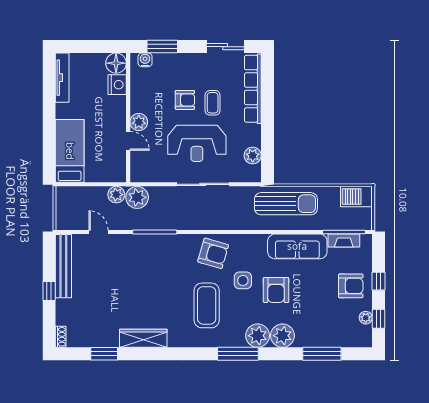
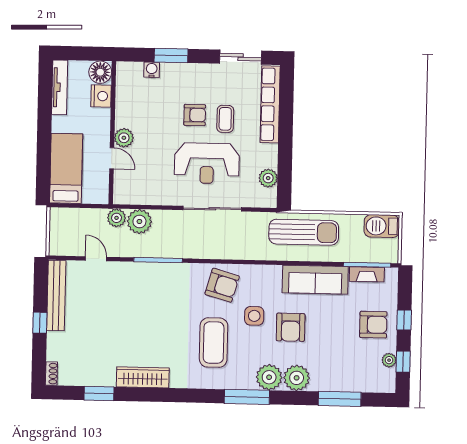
floor lamp: (116, 63) -> (100, 72), moved
nightstand: (117, 85) -> (101, 96), moved
wall: (128, 118) -> (112, 133), moved
plant: (139, 122) -> (124, 138), moved
door: (128, 141) -> (112, 158), moved

